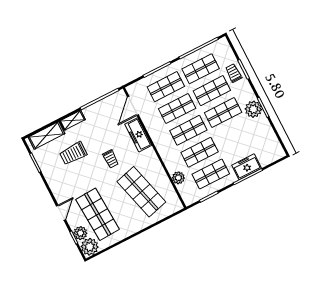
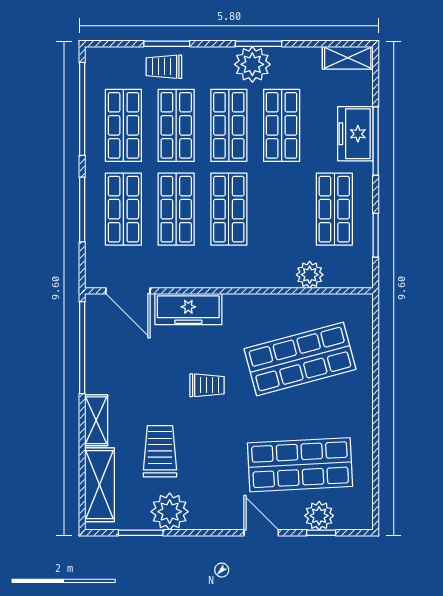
shelving: (276, 147) -> (348, 58), added
shop shelf: (200, 152) -> (282, 125), moved
trolley: (73, 153) -> (160, 451), turned 180
plant: (90, 247) -> (170, 512), moved

